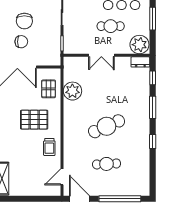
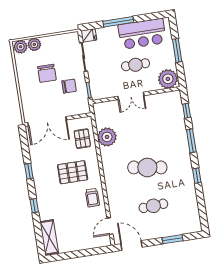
chair: (21, 42) -> (69, 86), moved
dresser: (140, 62) -> (172, 97), removed
cafe table: (107, 126) -> (147, 167), turned 33
window: (120, 199) -> (172, 239), width x0.47

